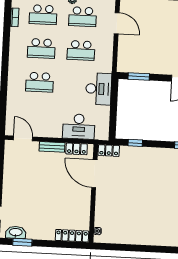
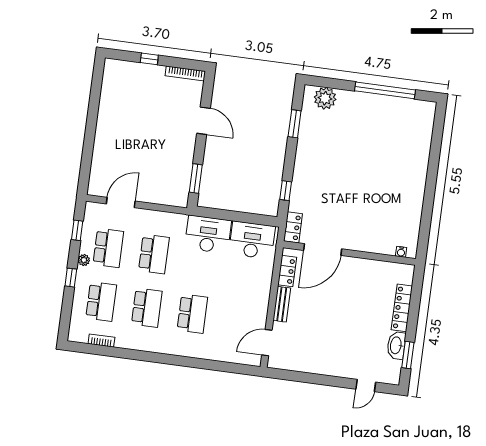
desk: (79, 127) -> (252, 240), moved, turned -90
washbasin: (16, 232) -> (396, 345), moved
locker: (72, 236) -> (402, 308), moved

